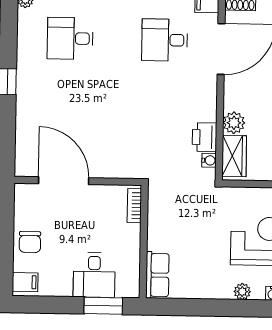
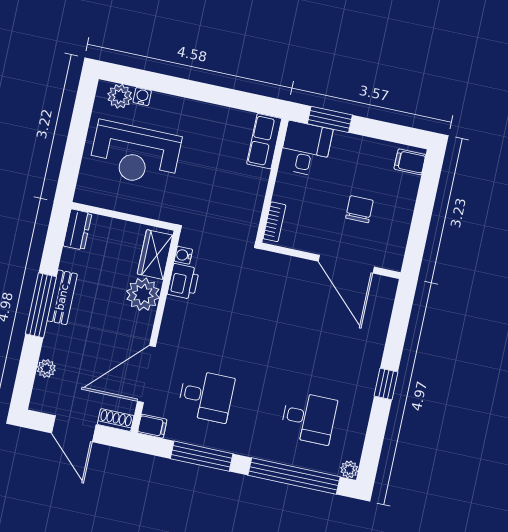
plant: (234, 123) -> (143, 294), width x1.36, depth x1.36
chair: (30, 242) -> (359, 209), moved
desk: (94, 275) -> (306, 149), moved
plant: (242, 292) -> (175, 105), removed

